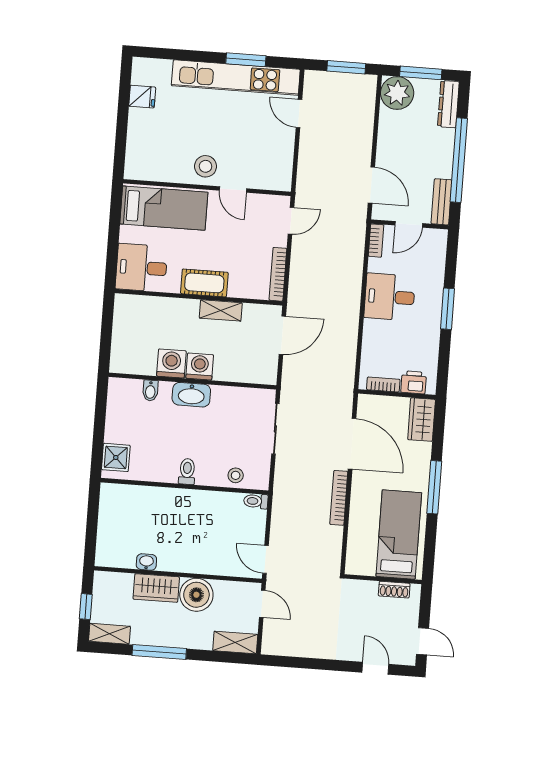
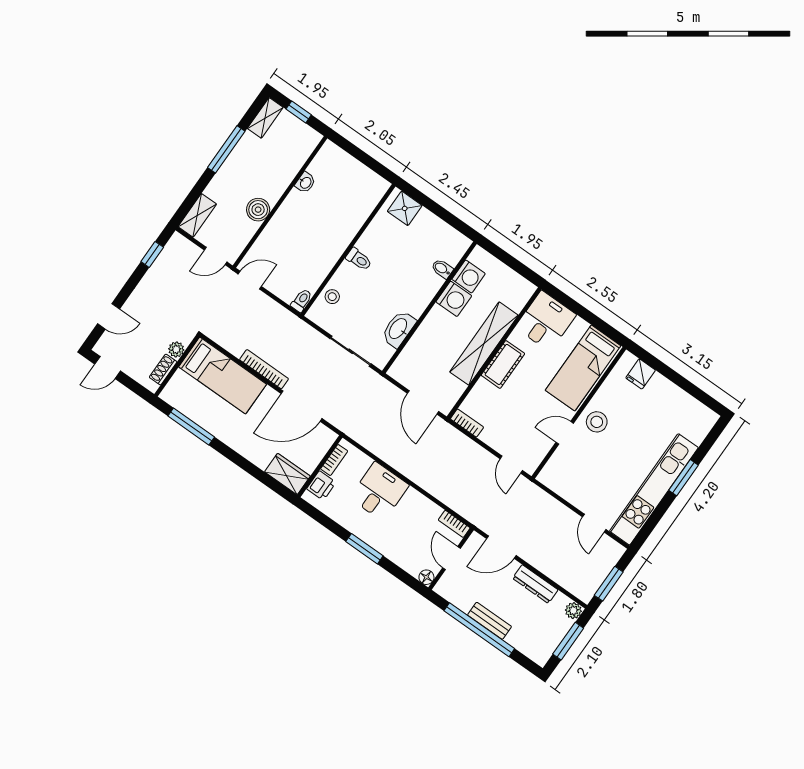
window: (246, 60) -> (683, 478), moved
plant: (397, 93) -> (573, 611), width x0.53, depth x0.53
fridge: (142, 97) -> (641, 374), moved
dresser: (448, 104) -> (535, 584), moved, turned 180
door: (299, 113) -> (594, 523), swing flipped
bench: (441, 202) -> (490, 621), moved
floor lamp: (440, 237) -> (426, 577), added
bookcase: (278, 274) -> (467, 423), width x0.64
desk: (390, 297) -> (379, 491), moved
shelving: (221, 310) -> (484, 344), width x2.20, depth x1.33
washing machine: (200, 366) -> (469, 276), moved
washbasin: (191, 395) -> (398, 329), moved
window: (434, 487) -> (191, 426), moved
bed: (399, 535) -> (223, 376), moved
wardrobe: (156, 588) -> (280, 178), removed
plant: (369, 589) -> (176, 349), added
boiler: (196, 595) -> (258, 210), width x0.73, depth x0.73
window: (295, 662) -> (152, 254), added

